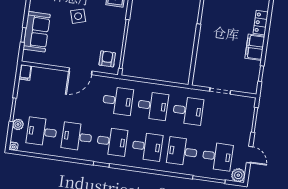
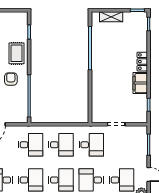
armchair: (107, 59) -> (11, 79), moved

